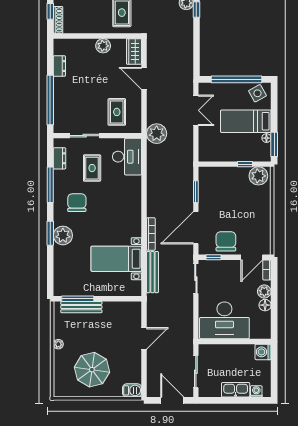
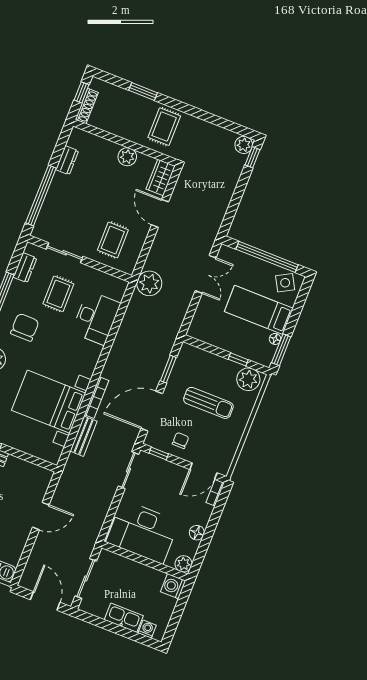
desk: (127, 157) -> (96, 318), moved
sun lounger: (236, 205) -> (208, 403), added
chair: (226, 241) -> (180, 441), width x0.54, depth x0.54
bed with nightstands: (116, 259) -> (49, 402), width x1.36
bench: (152, 272) -> (84, 436), width x0.73
plant: (264, 292) -> (184, 564), moved

